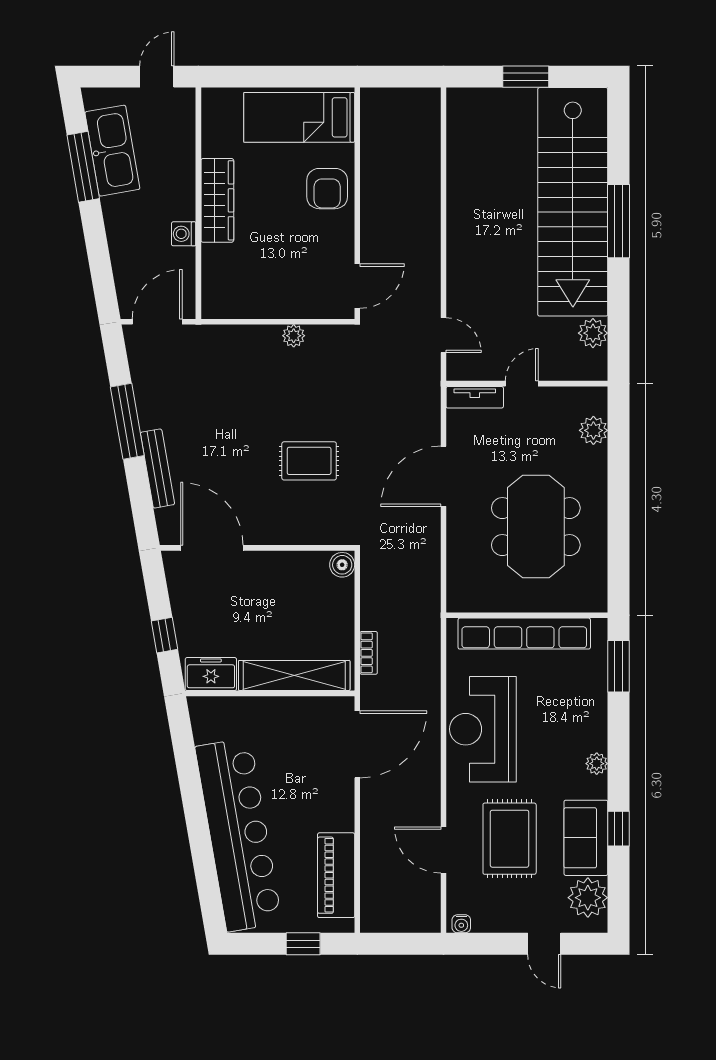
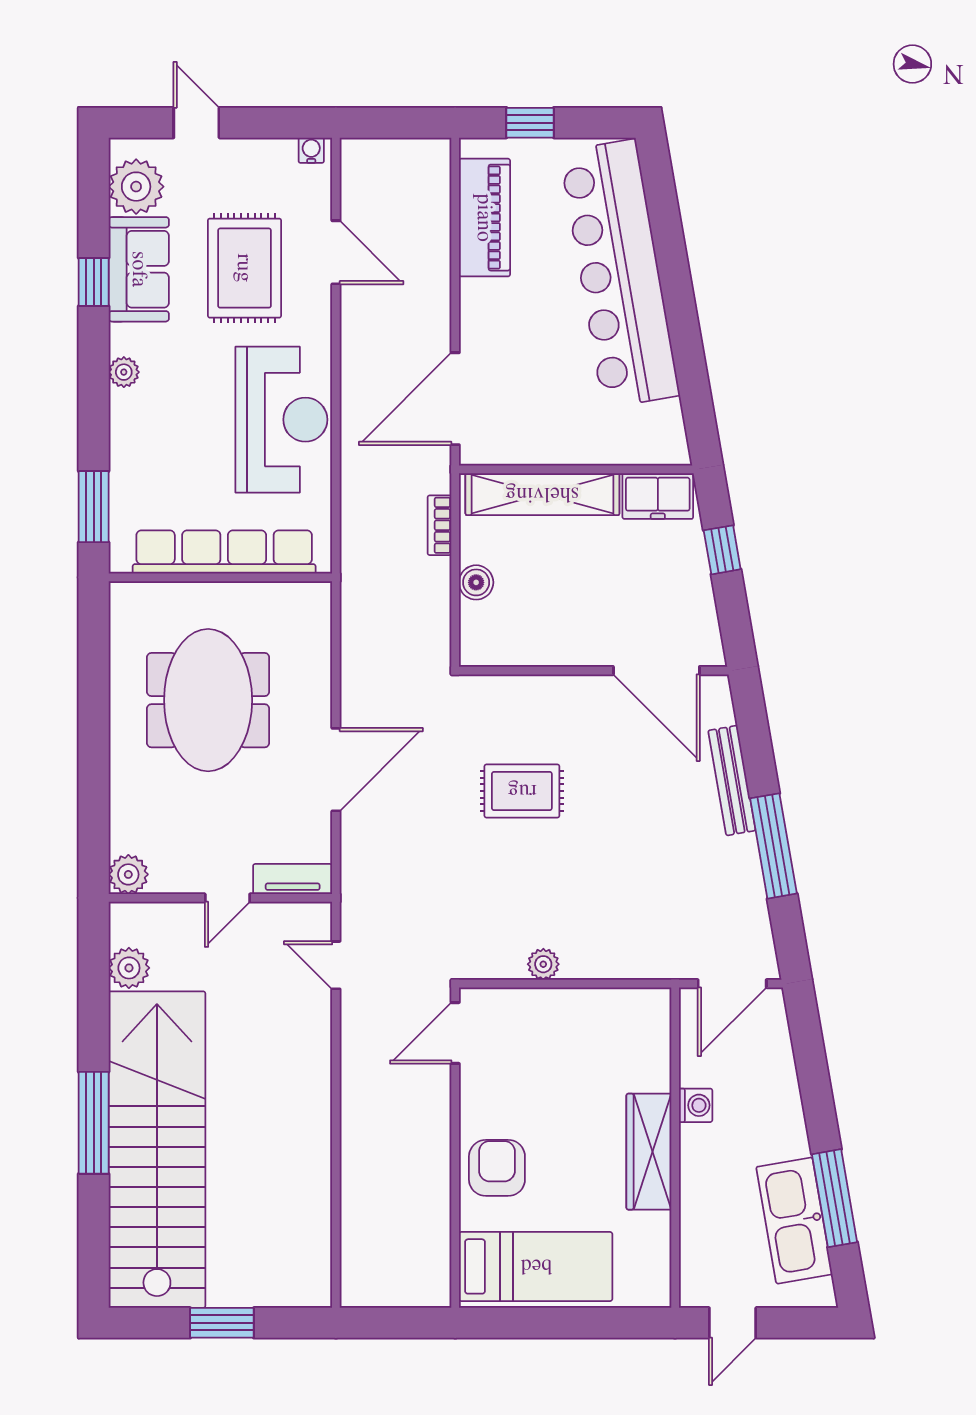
plant: (593, 430) -> (128, 874), moved
boiler: (342, 565) -> (476, 582), moved

